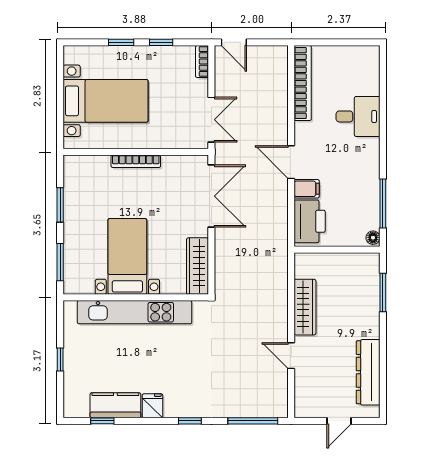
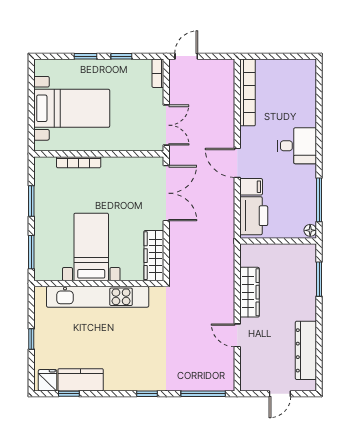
door: (234, 42) -> (186, 56), swing flipped
desk: (358, 116) -> (297, 146), moved
bookcase: (136, 161) -> (79, 162), moved
fridge: (152, 406) -> (48, 380), moved

